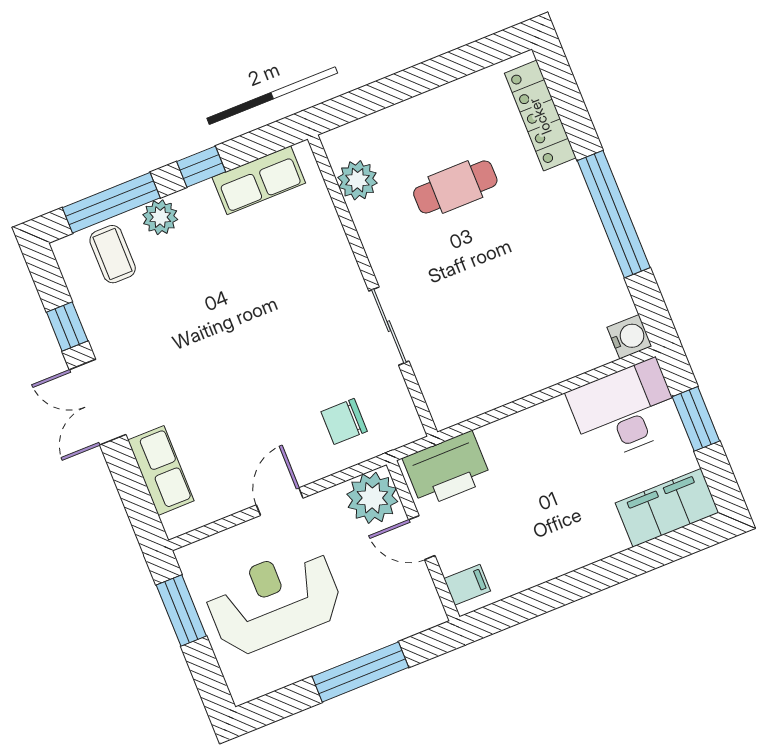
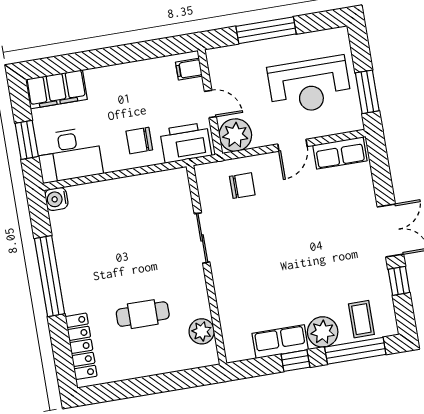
row of seats: (259, 180) -> (280, 342), moved
plant: (160, 217) -> (323, 332), width x1.36, depth x1.36
chair: (520, 456) -> (139, 141), added
row of seats: (161, 470) -> (340, 153), moved, turned -90

